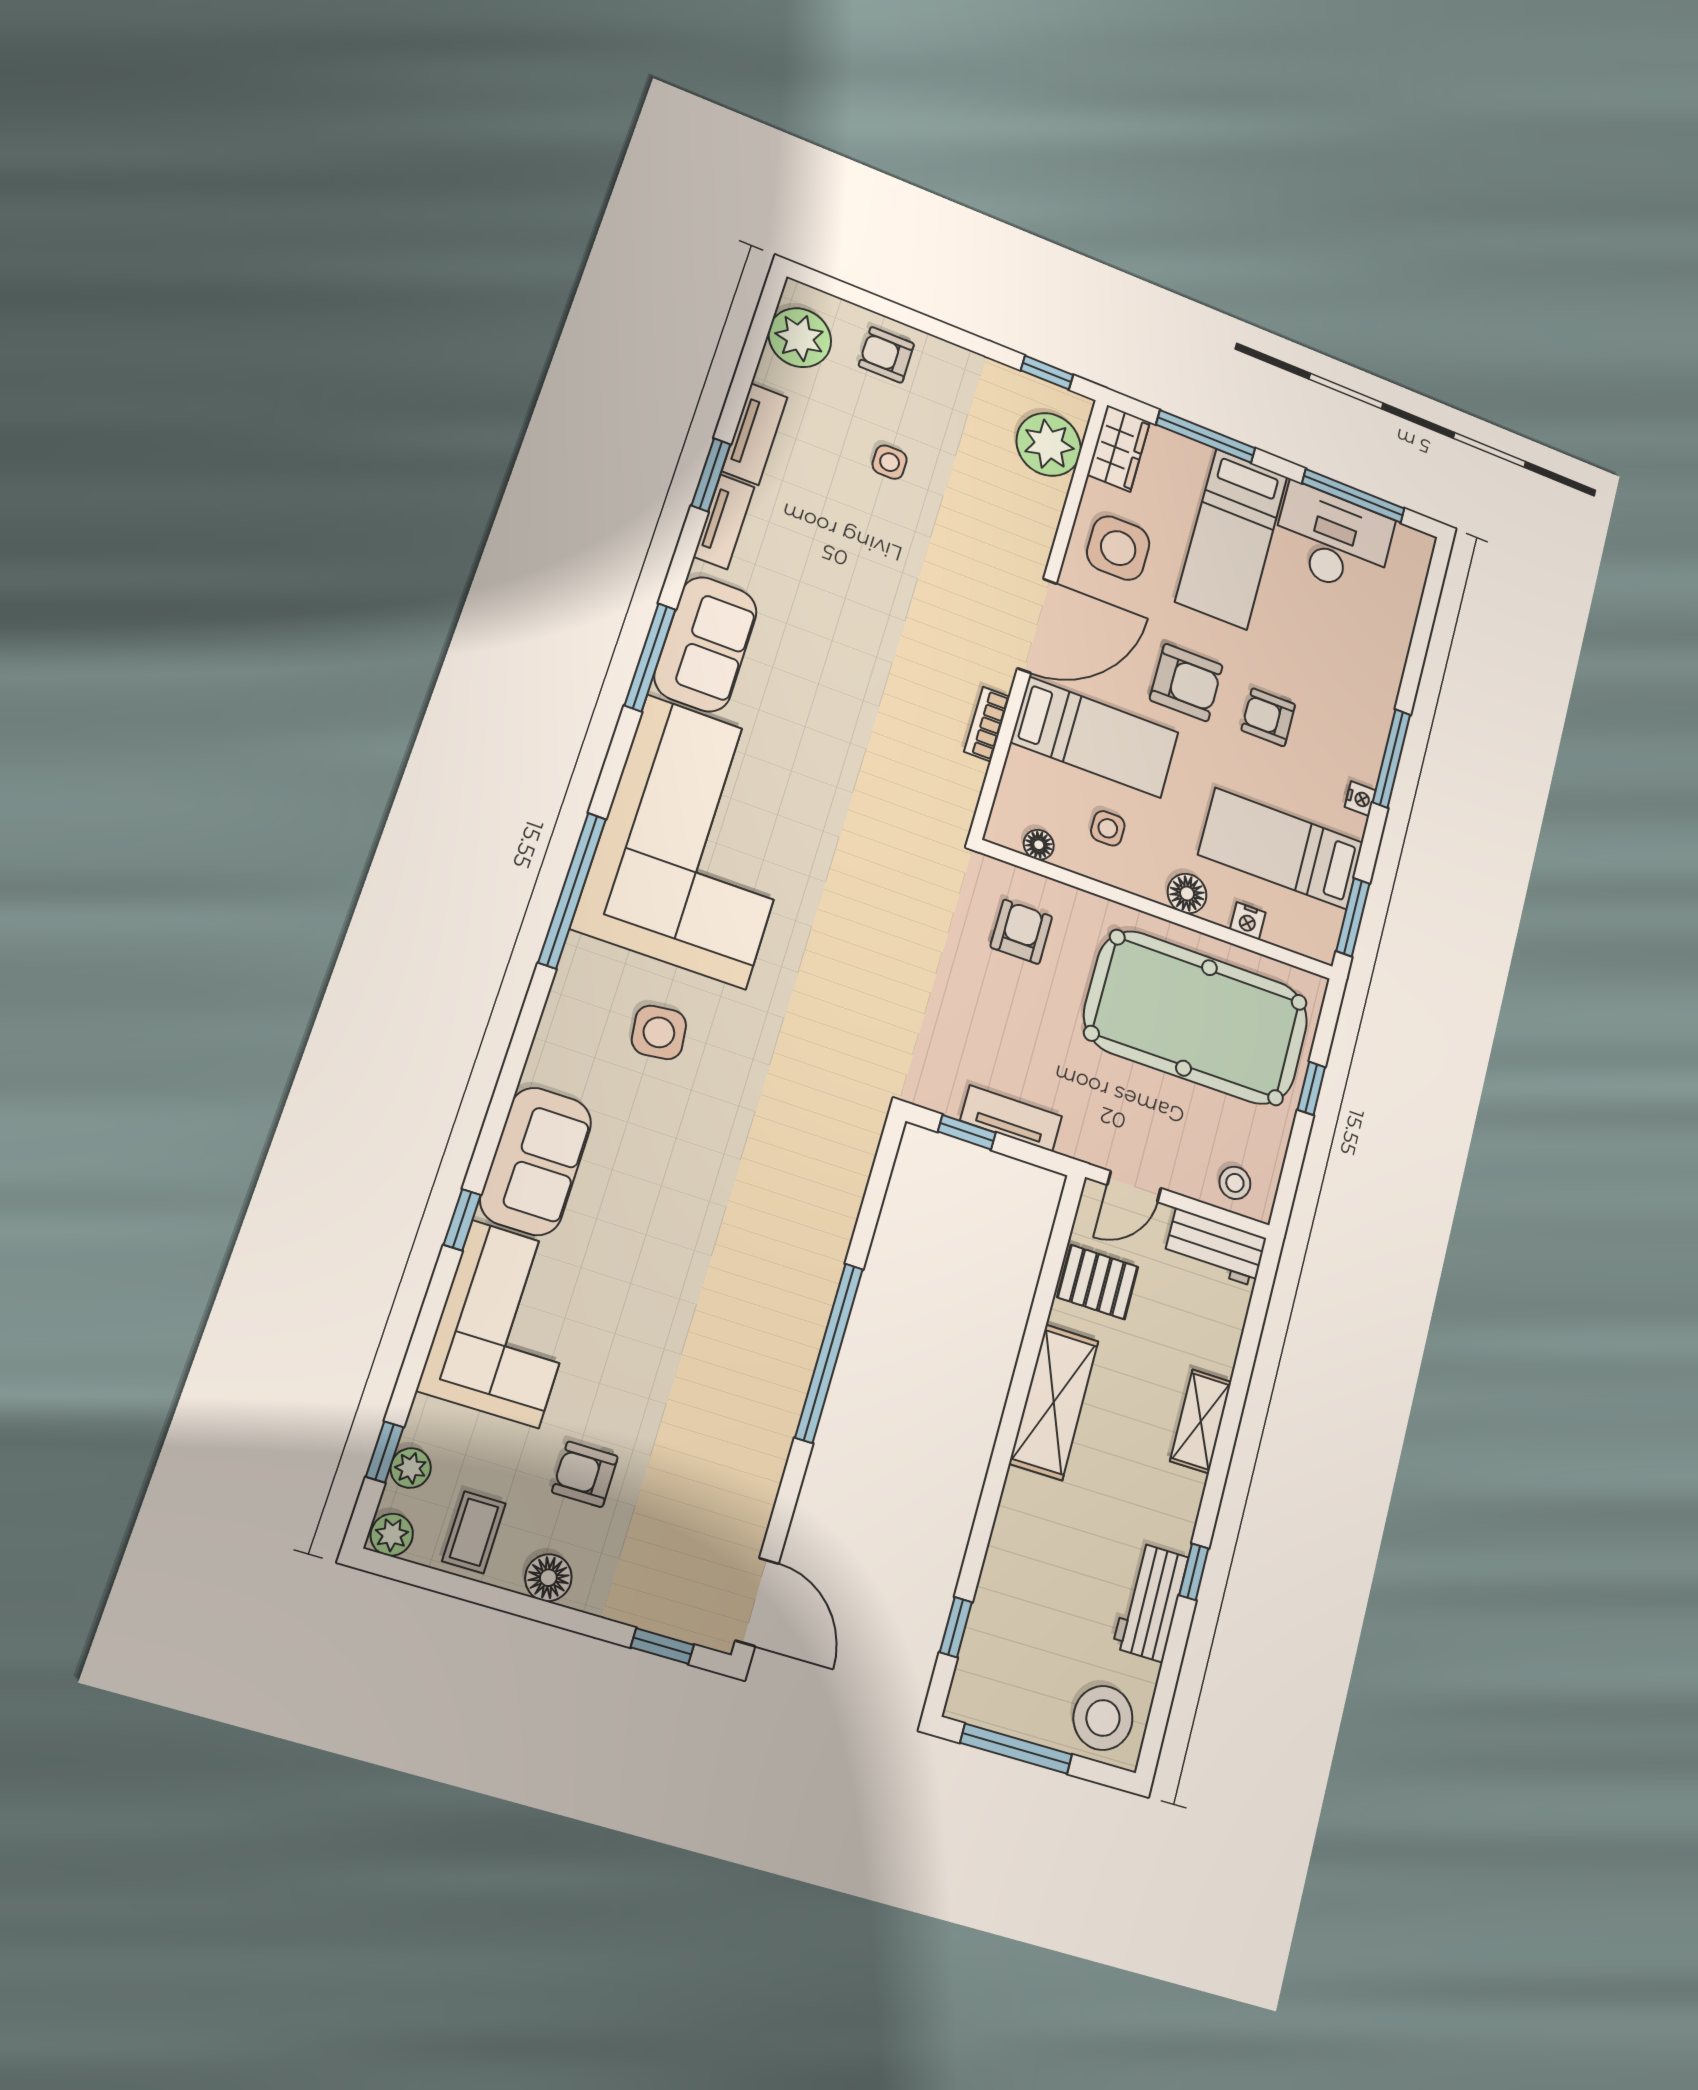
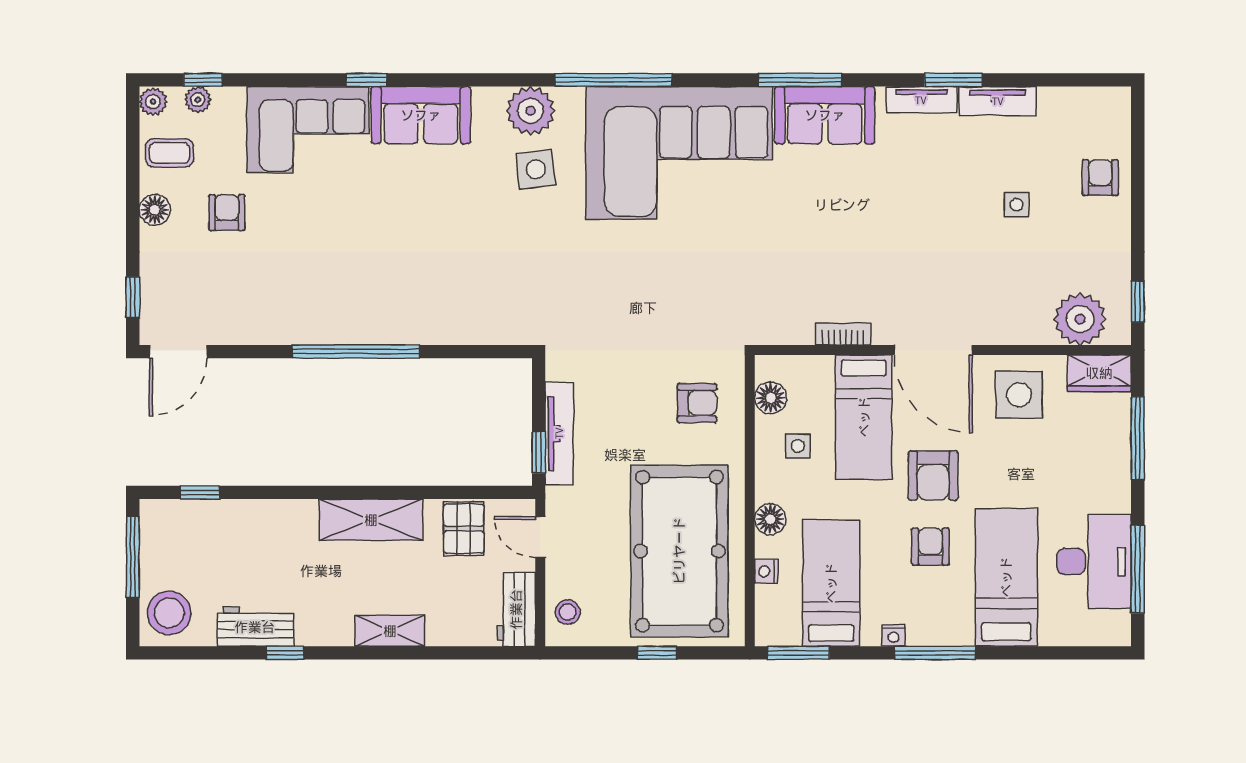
plant: (800, 338) -> (531, 111), moved
bed: (1232, 539) -> (1006, 577), moved, turned 90
floor lamp: (1039, 845) -> (771, 398), width x1.37, depth x1.37
tv unit: (1011, 1118) -> (559, 433), width x1.41
window: (967, 1132) -> (539, 452), moved

